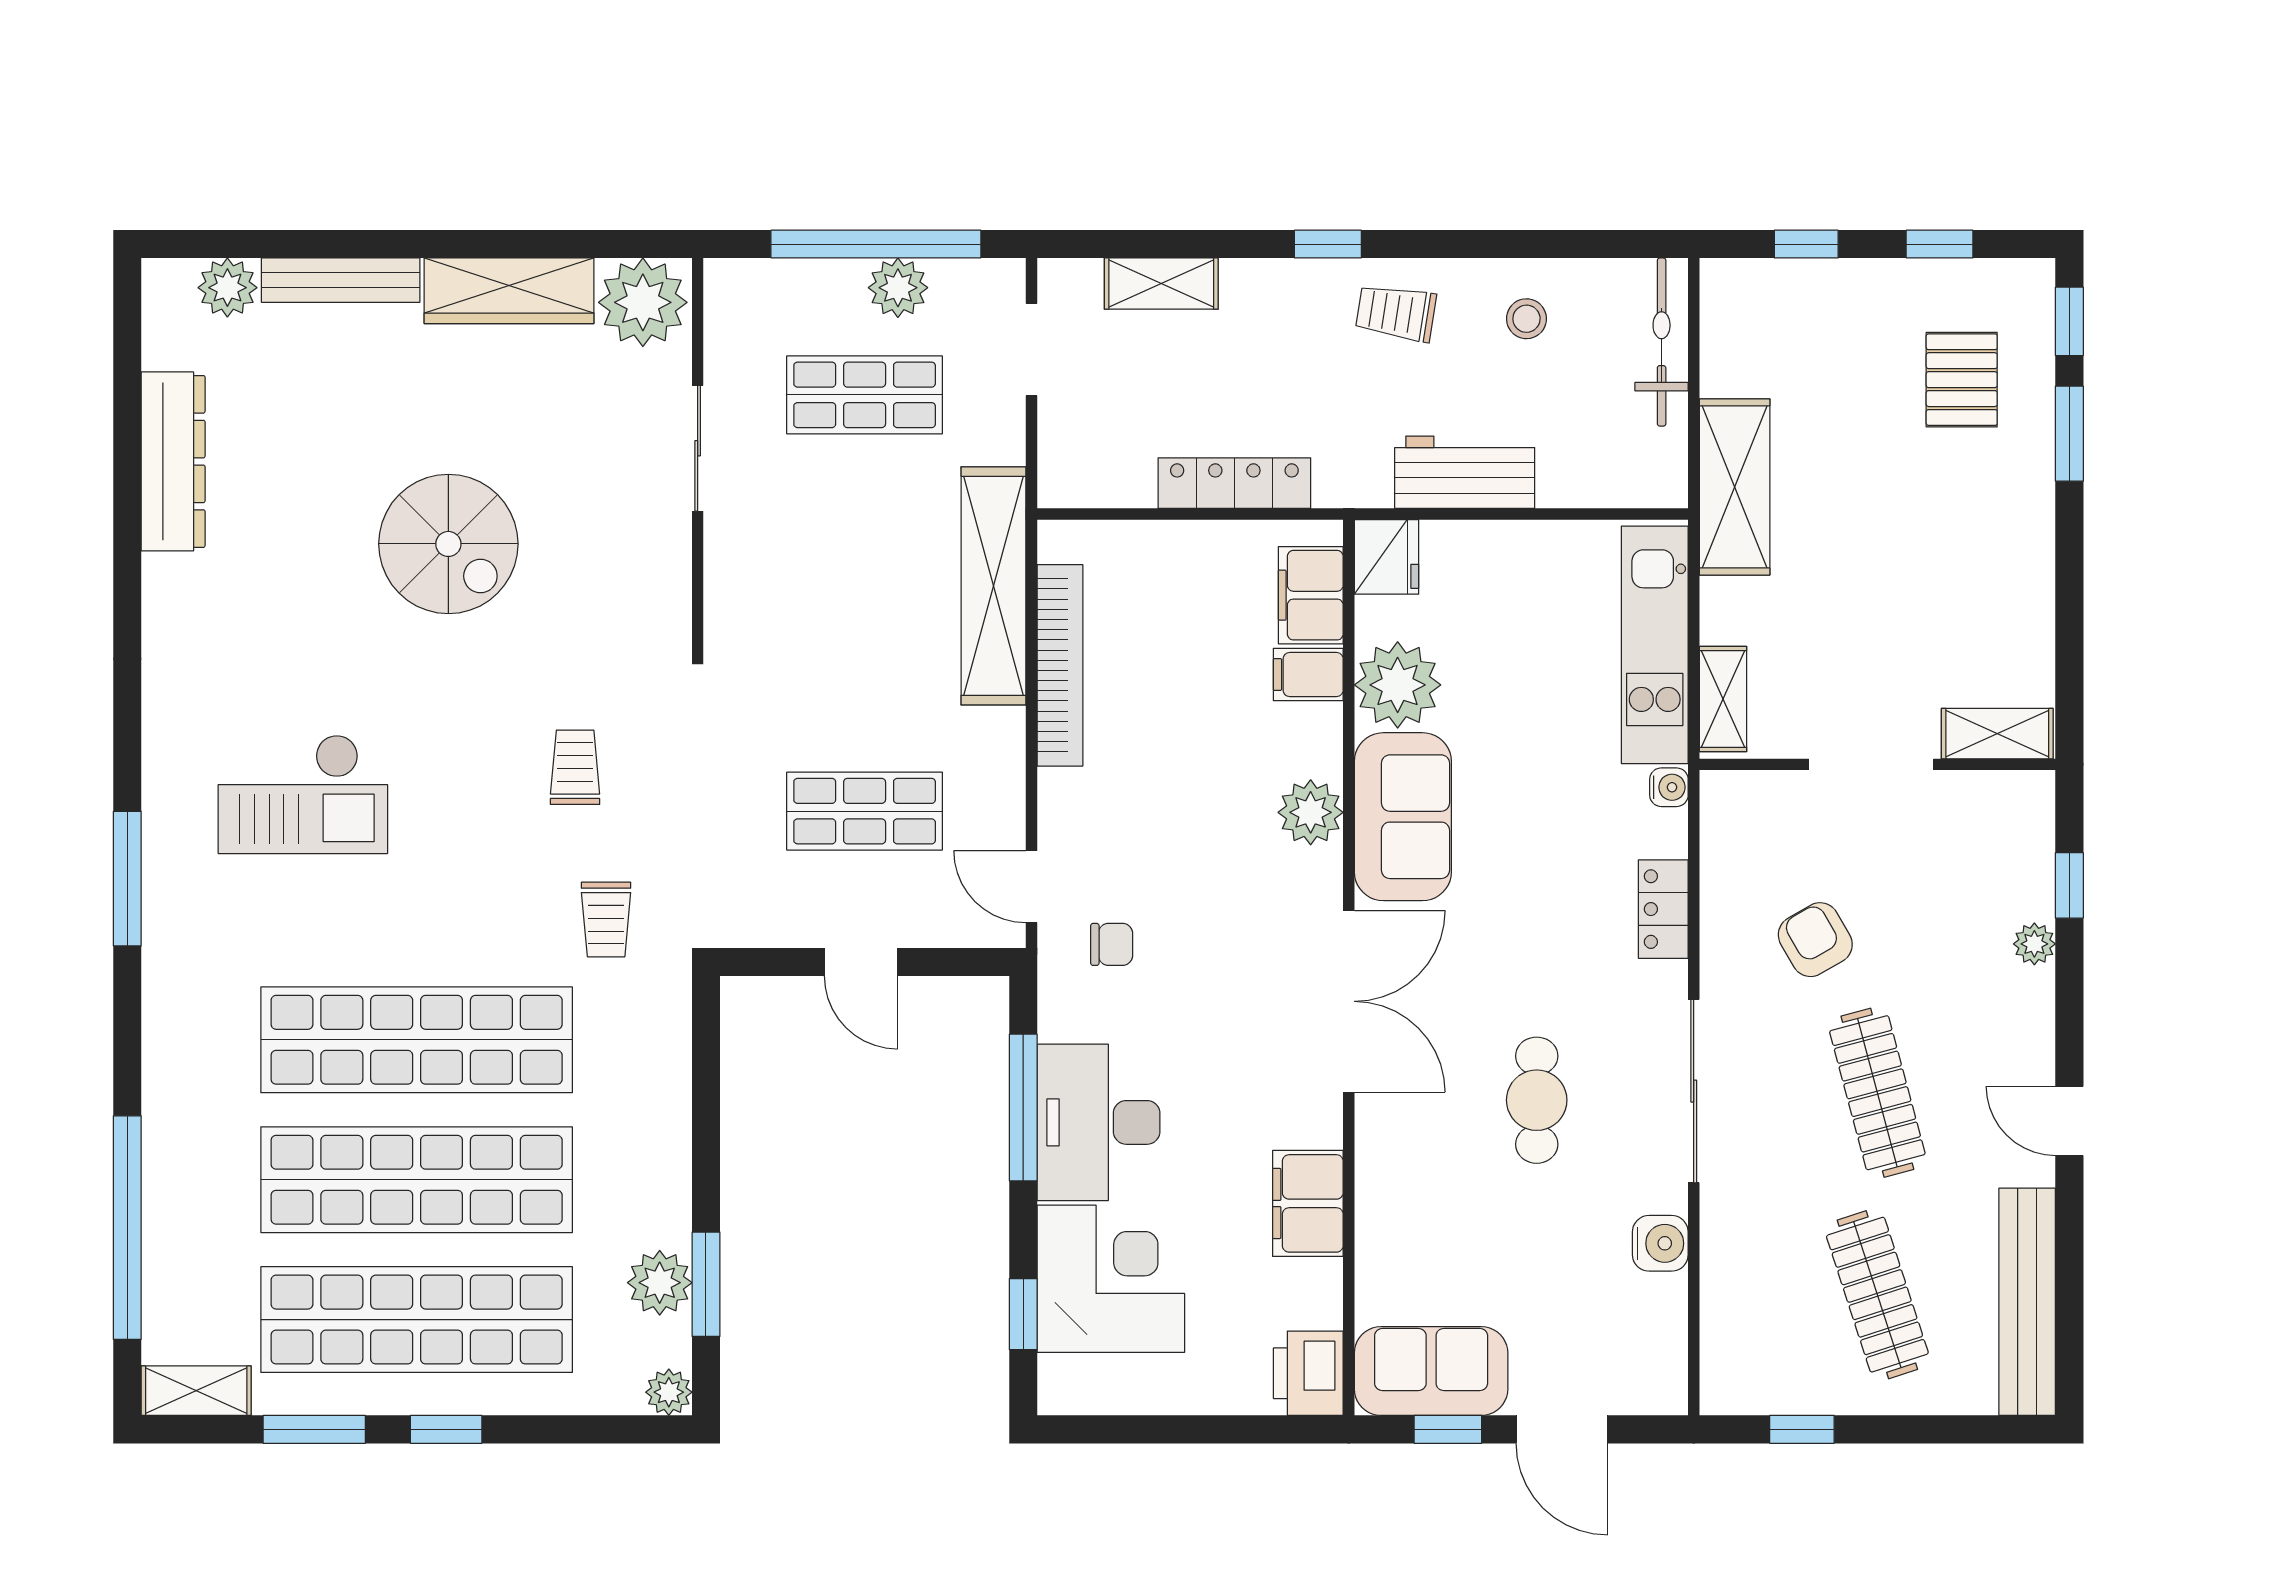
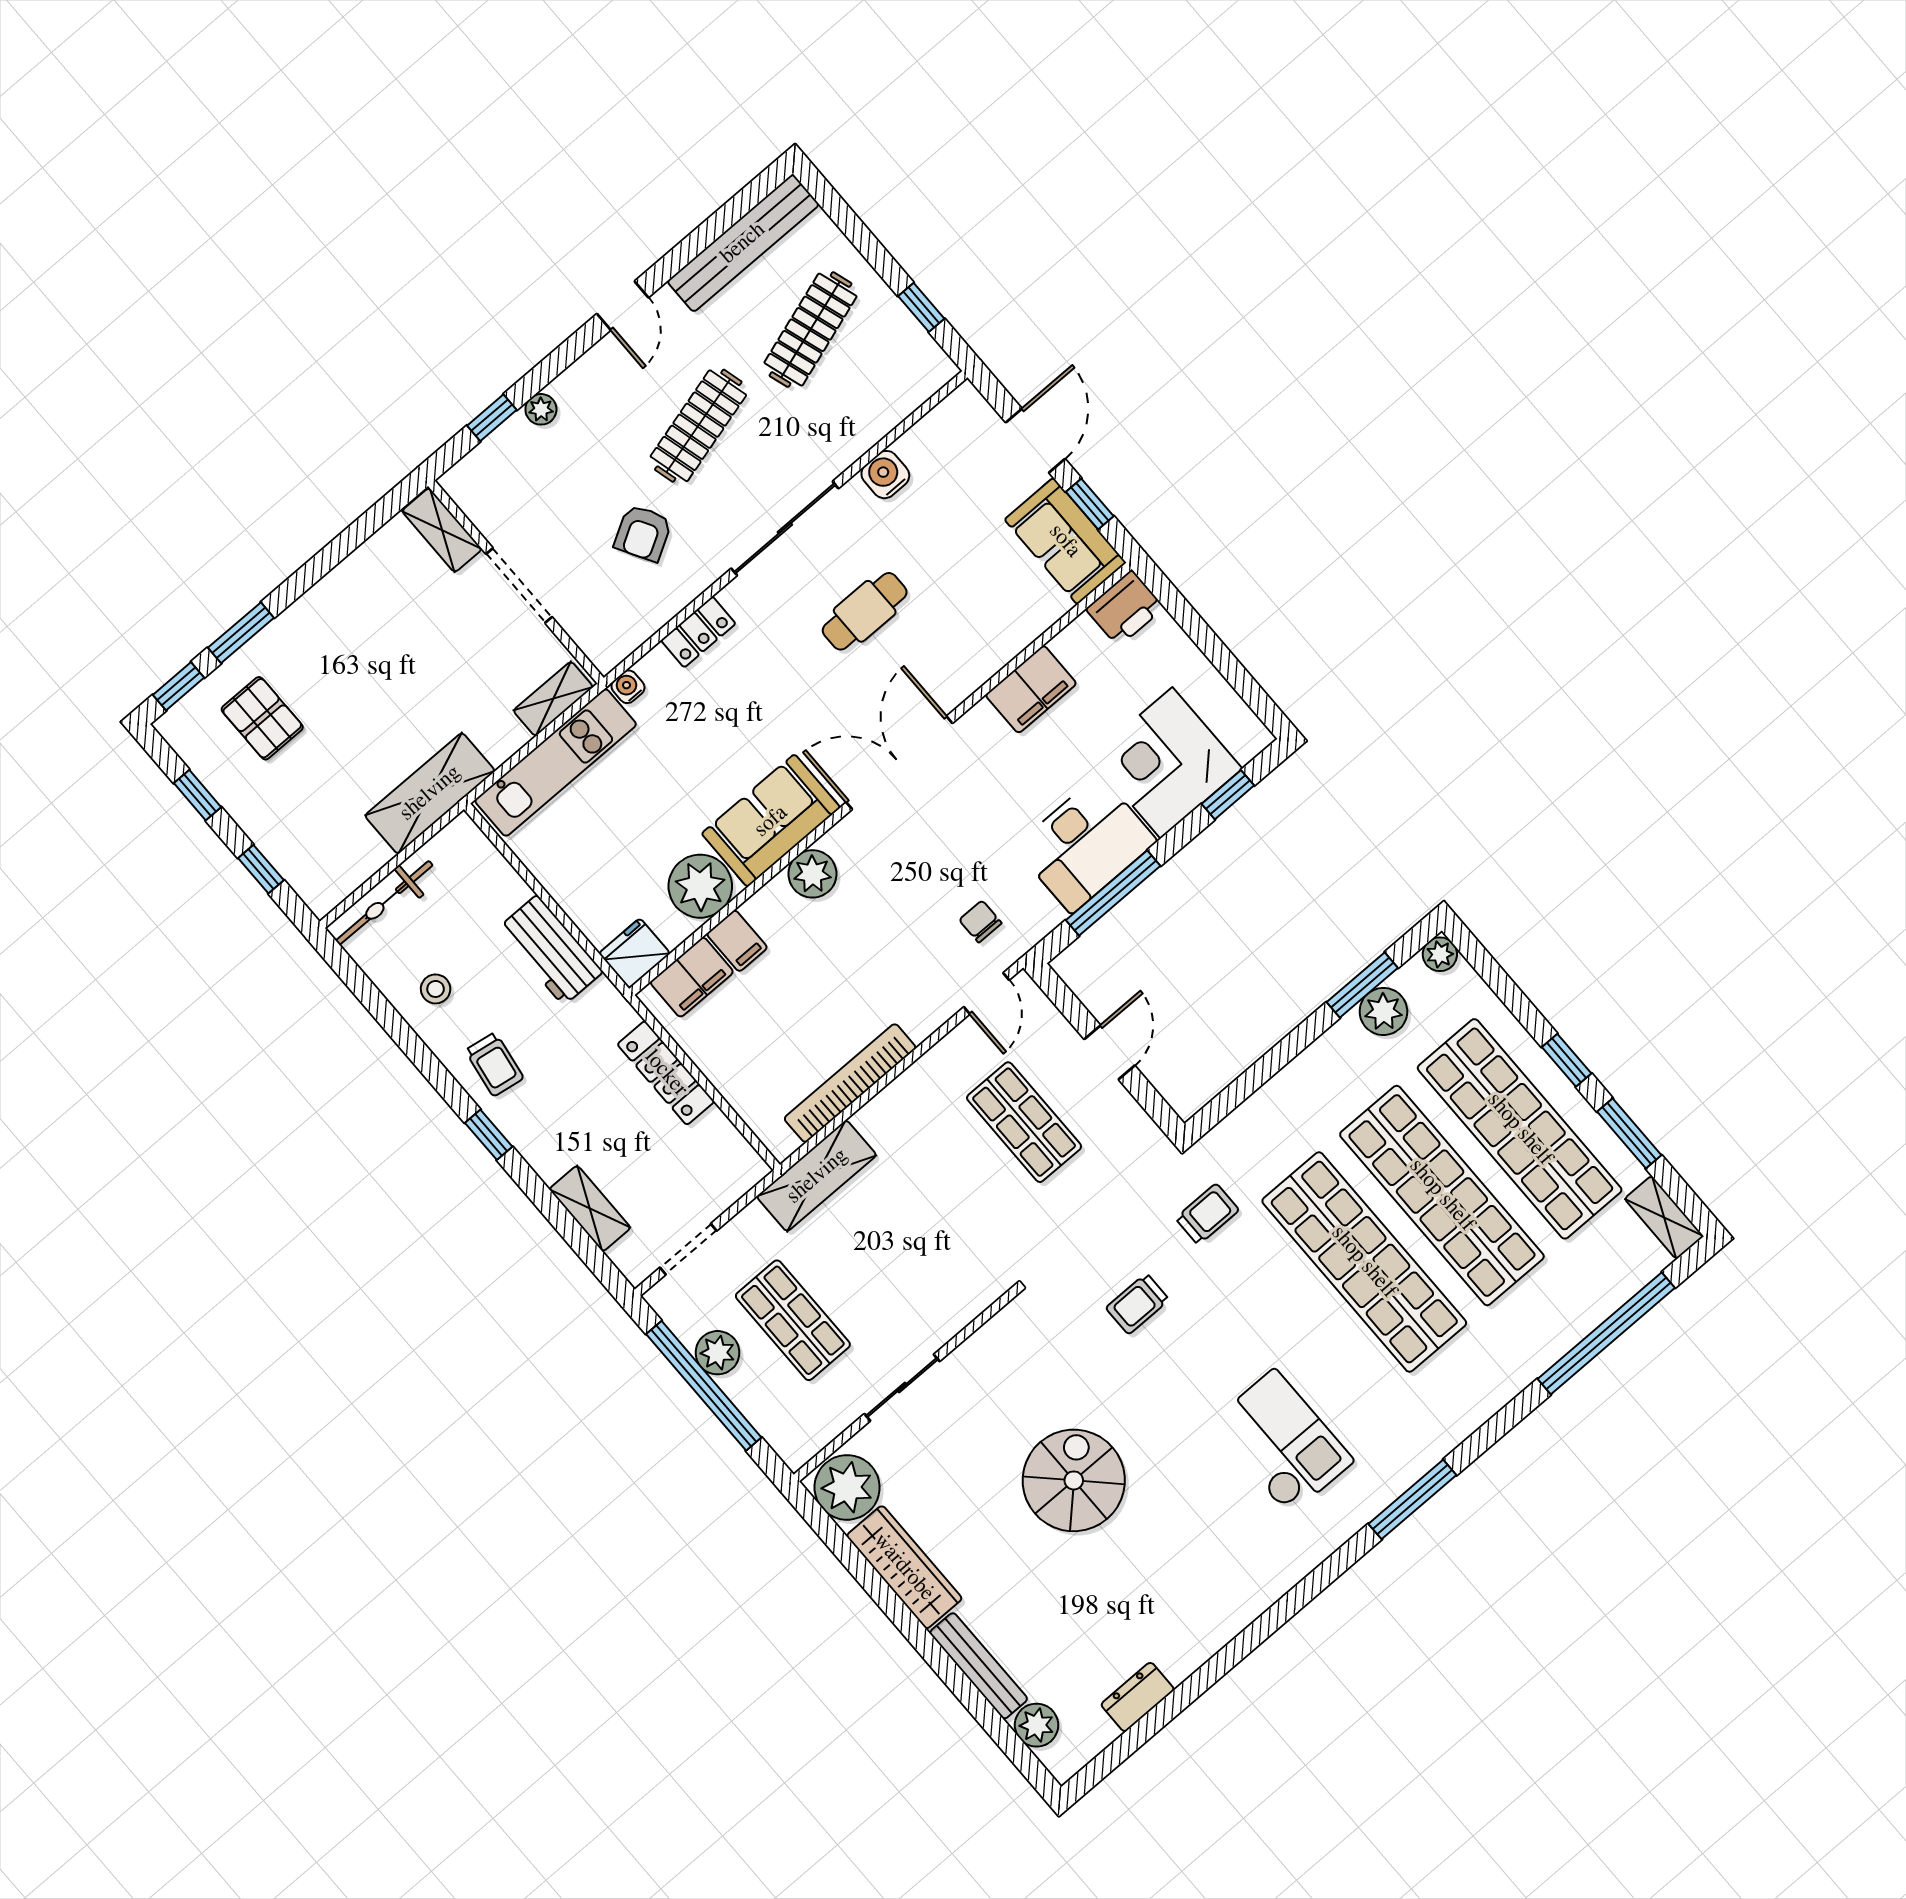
pallet: (1962, 380) -> (262, 718), turned 90
dresser: (173, 461) -> (1138, 1697), width x0.51, depth x0.80
shelving: (993, 586) -> (817, 1176), width x0.68

